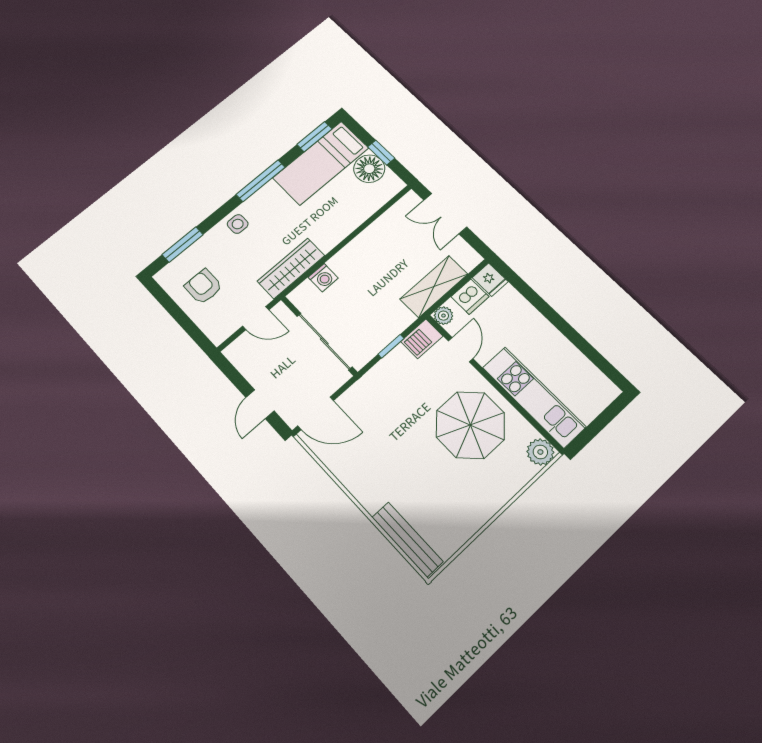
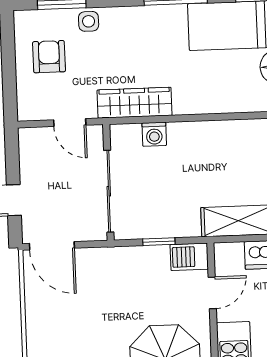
side table: (238, 224) -> (89, 21), moved
plant: (443, 316) -> (224, 252), removed

